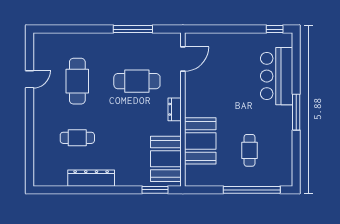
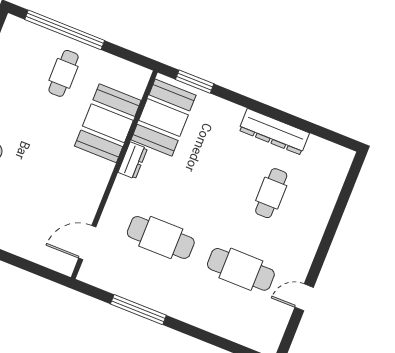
cafe table: (77, 81) -> (241, 269), turned 90
dresser: (175, 109) -> (133, 160), moved
cafe table: (77, 138) -> (271, 193), turned 90
cafe table: (250, 150) -> (64, 73), moved

